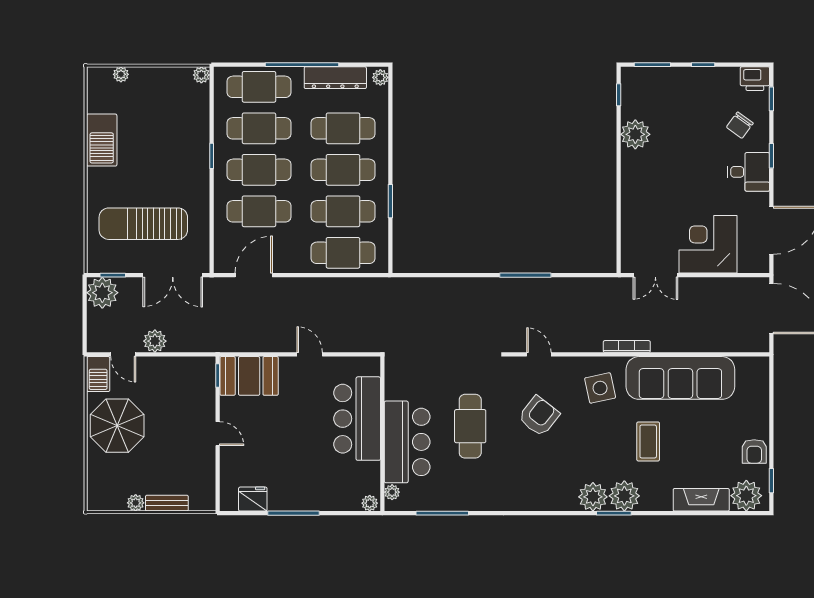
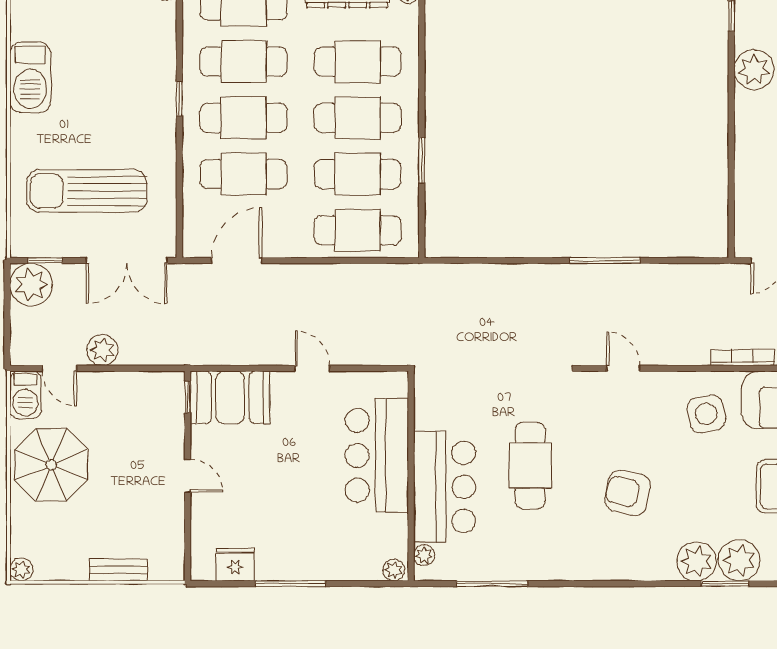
armchair: (539, 416) -> (627, 493), moved, turned -115
plant: (136, 503) -> (21, 569), moved

